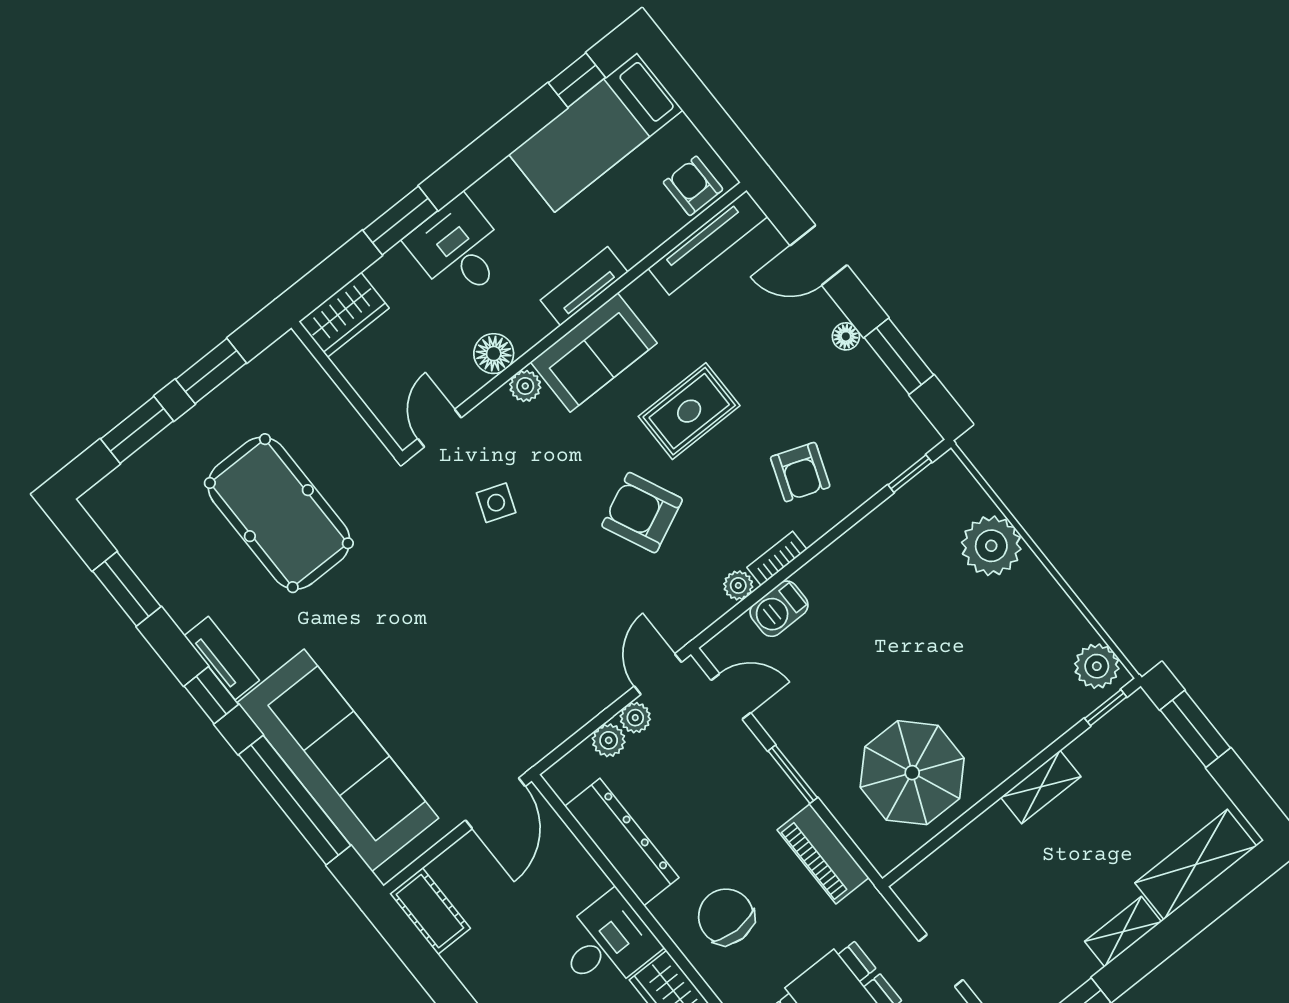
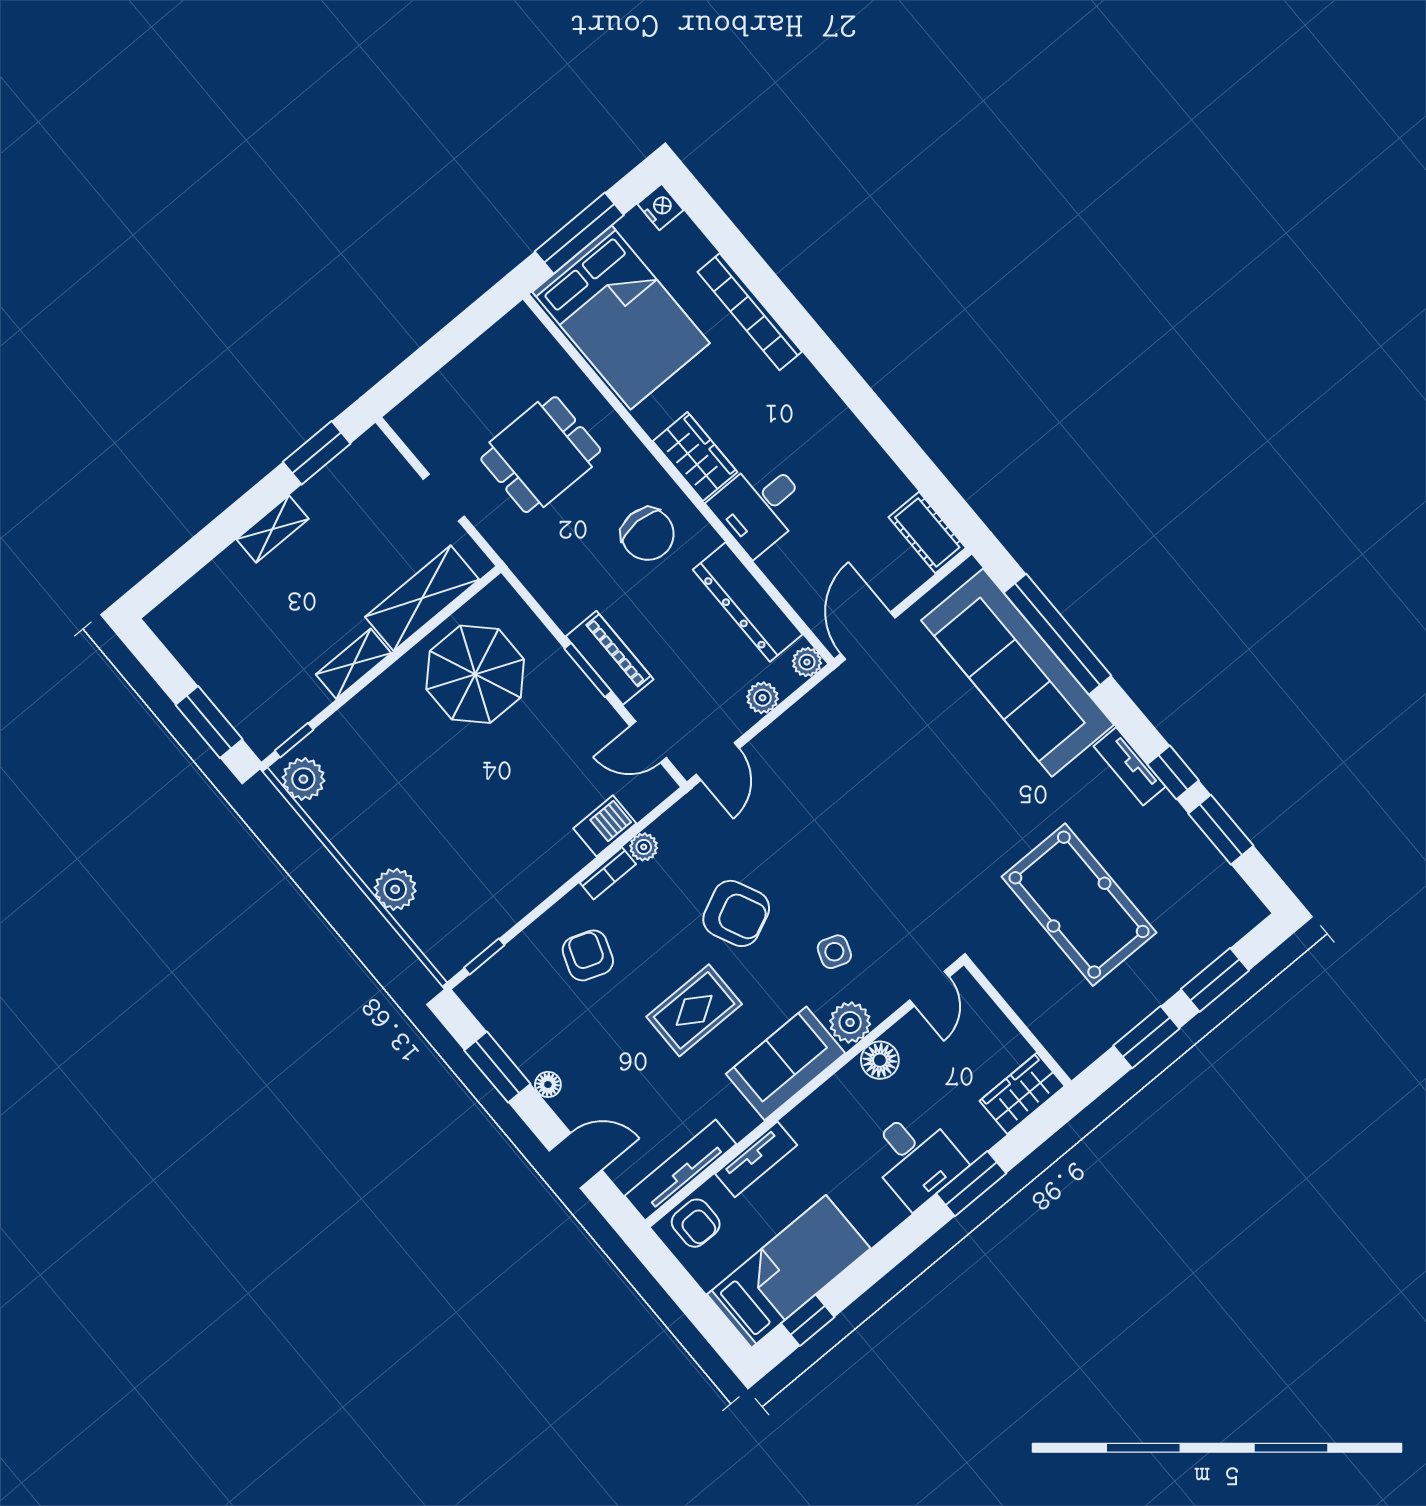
tv unit: (584, 286) -> (756, 1159), moved
plant: (525, 386) -> (850, 1023), width x1.38, depth x1.38
side table: (496, 503) -> (834, 952), moved
plant: (991, 546) -> (395, 889), width x0.73, depth x0.73
window: (211, 695) -> (1173, 772), moved
plant: (635, 718) -> (807, 662), moved
piano: (823, 854) -> (610, 658), moved
shelving: (1196, 864) -> (422, 598), moved

